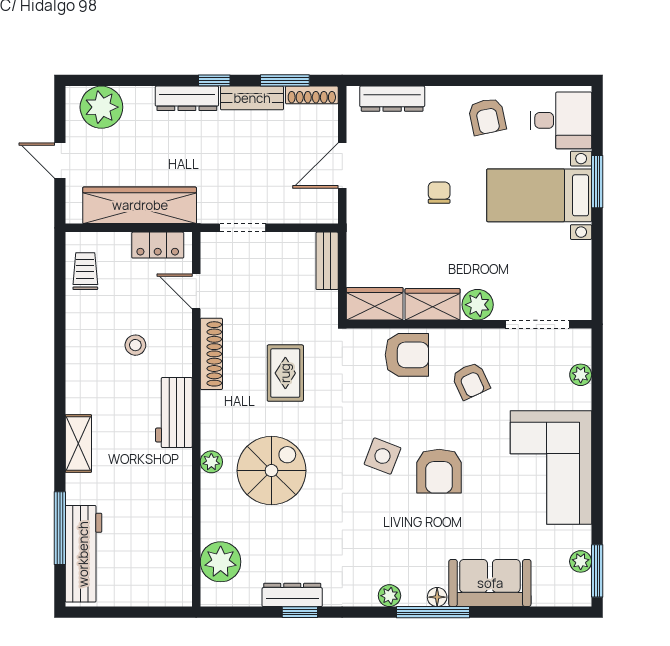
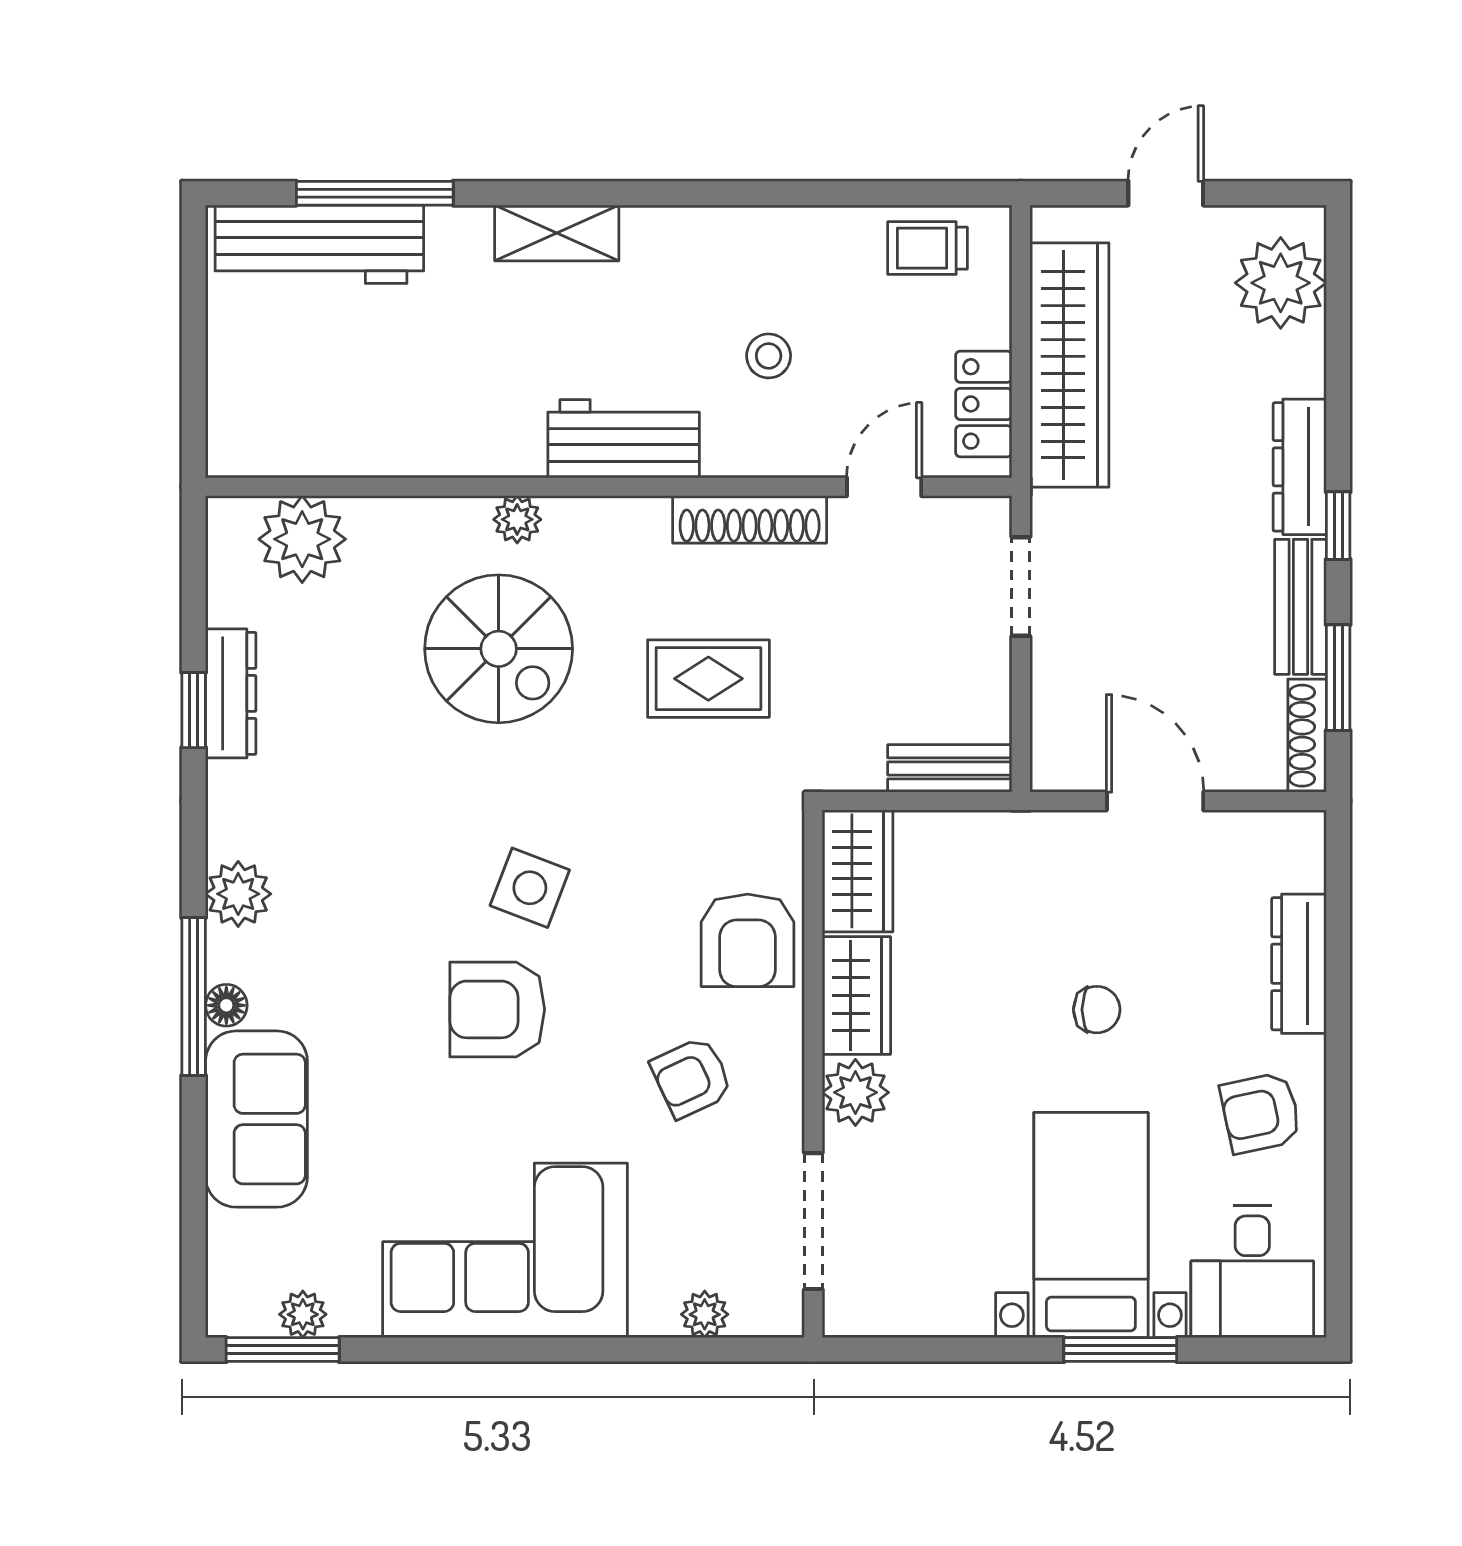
dresser: (392, 99) -> (1299, 964), moved
trolley: (85, 271) -> (928, 248), turned 180
plant: (389, 596) -> (238, 894), width x1.38, depth x1.38

